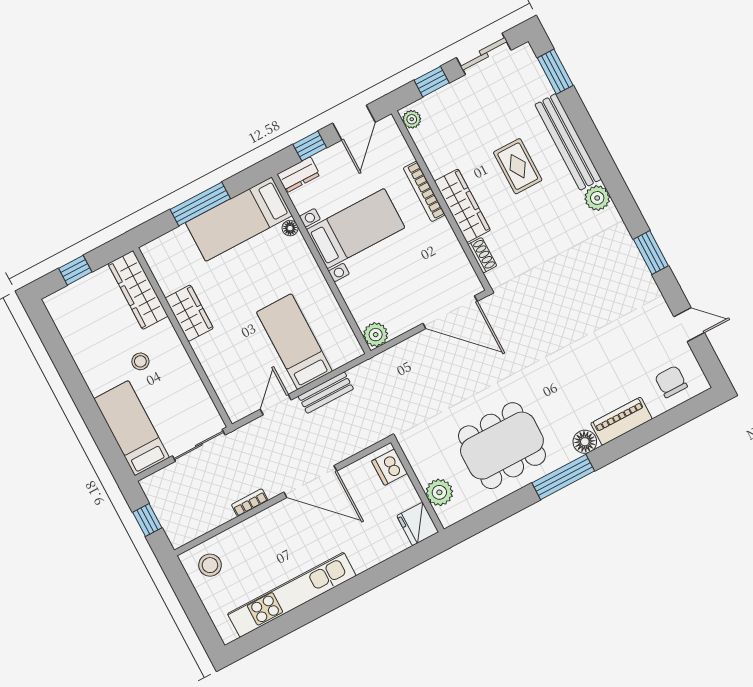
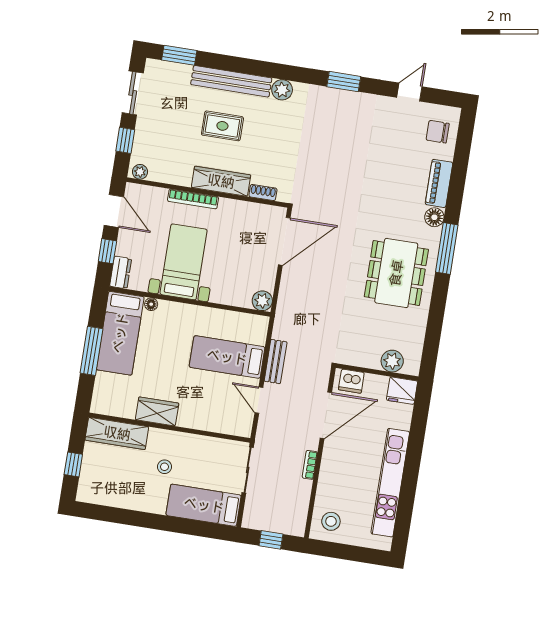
dishwasher: (390, 467) -> (351, 381), moved
wall: (417, 486) -> (377, 372), moved
plant: (439, 492) -> (392, 361), moved
fridge: (418, 524) -> (402, 391), moved

